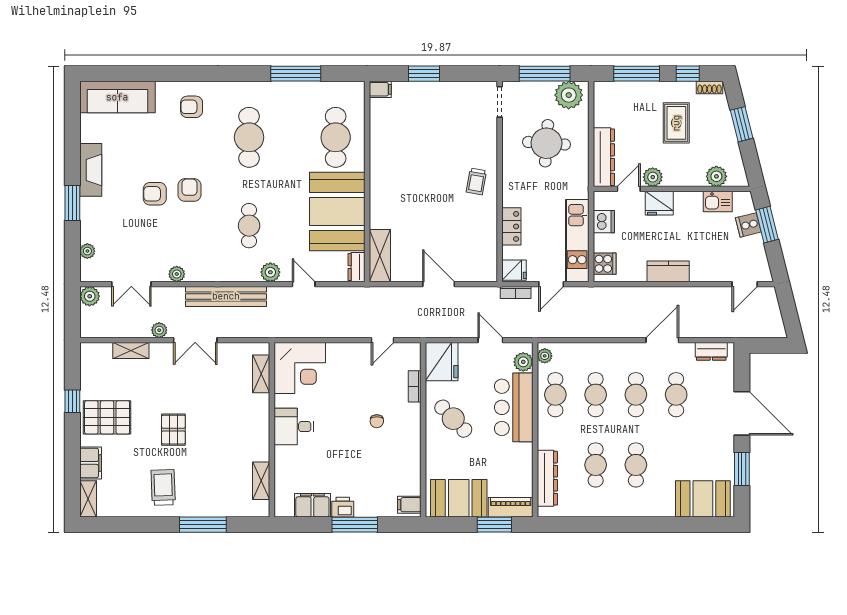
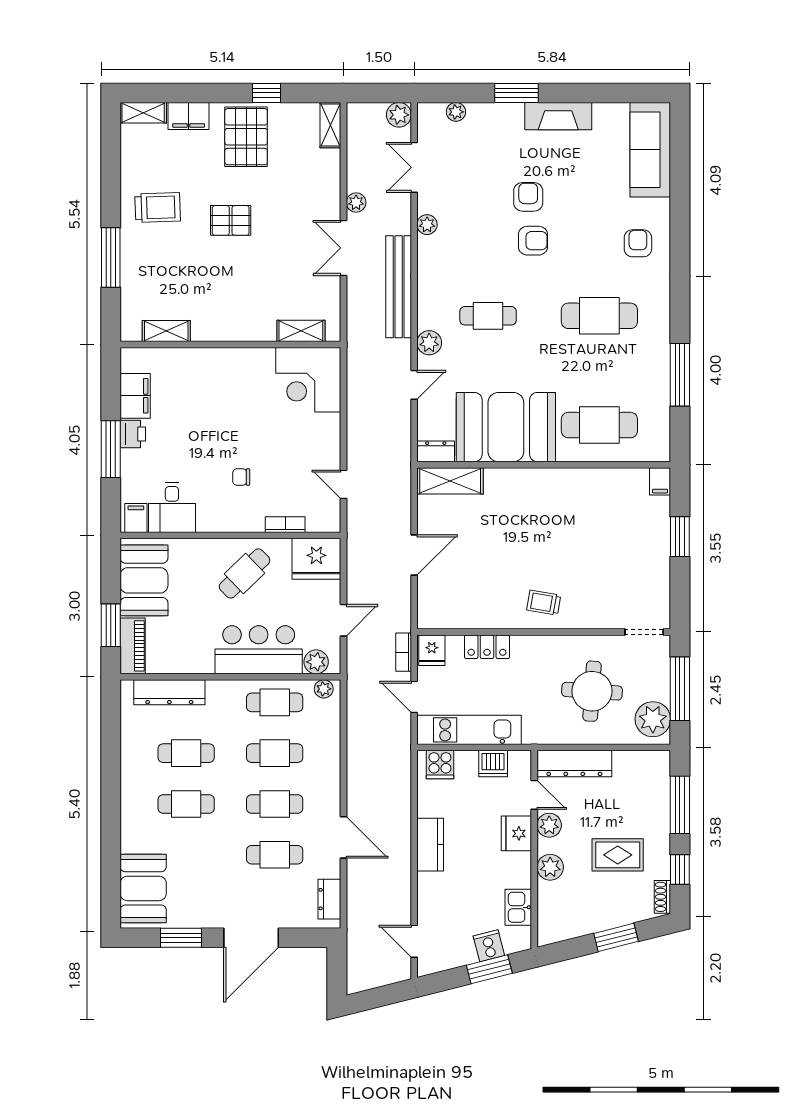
plant: (716, 176) -> (550, 867), moved
shelving: (131, 351) -> (330, 125), moved
desk: (294, 427) -> (172, 507), moved, turned 180

